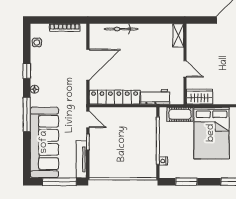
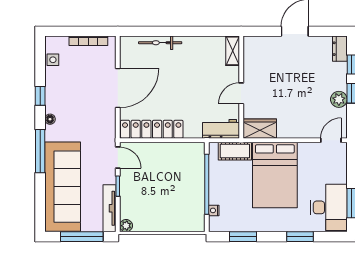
door: (185, 69) -> (241, 93), swing flipped
workbench: (155, 97) -> (221, 129), moved
plant: (94, 173) -> (126, 226), added

